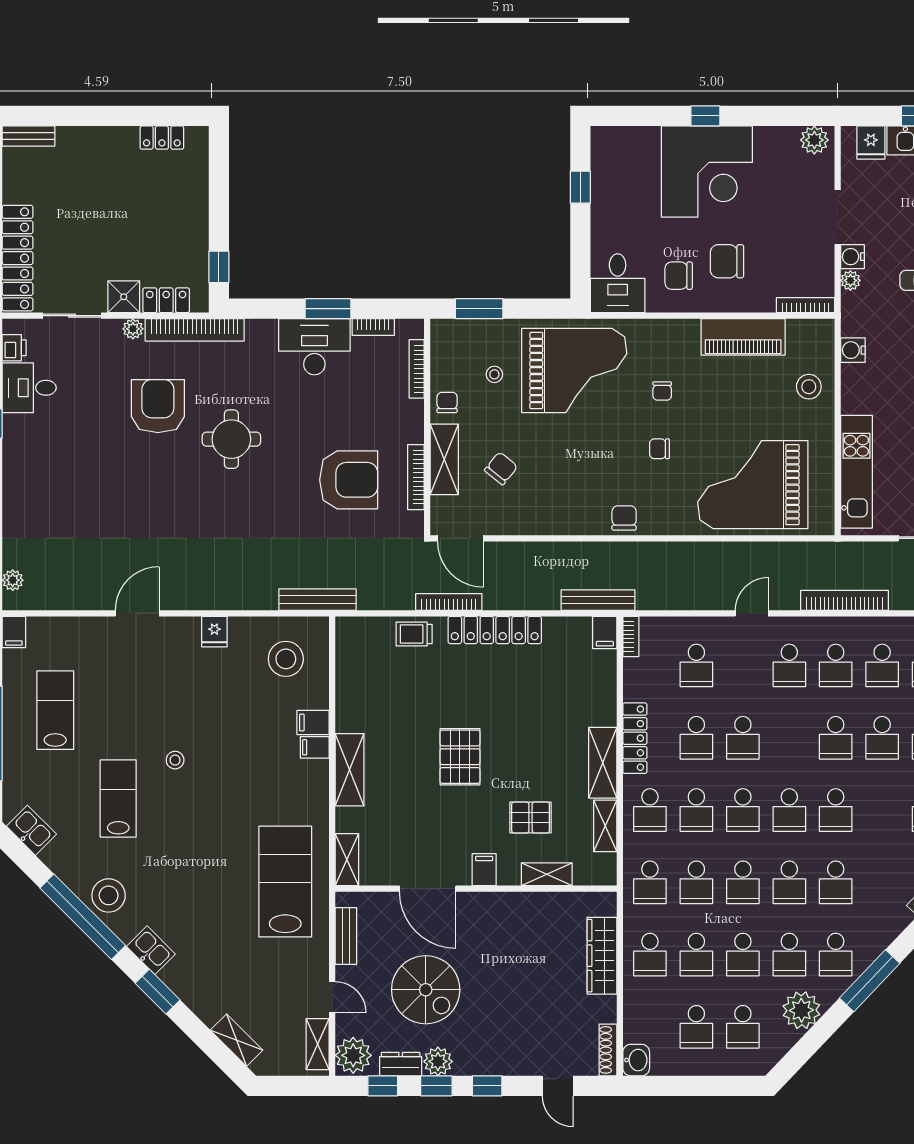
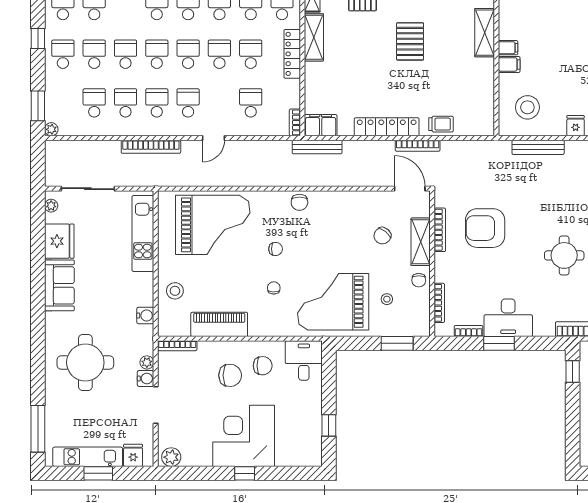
bench: (317, 600) -> (538, 147), moved
filing cabinet: (605, 632) -> (321, 125), width x2.00
school desk: (789, 738) -> (188, 54), added

